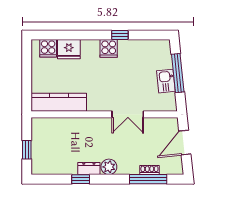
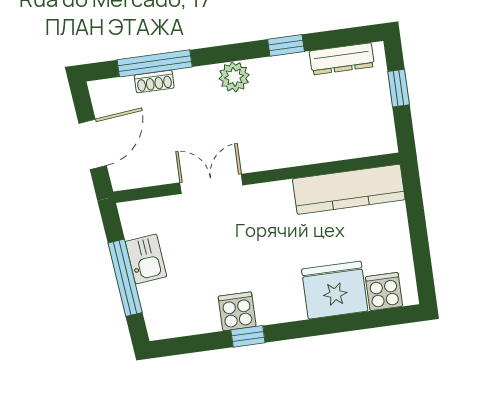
cooker: (109, 48) -> (237, 311), moved
fridge: (69, 49) -> (335, 290), width x1.36, depth x1.34
dresser: (89, 168) -> (342, 59), moved, width x1.44

